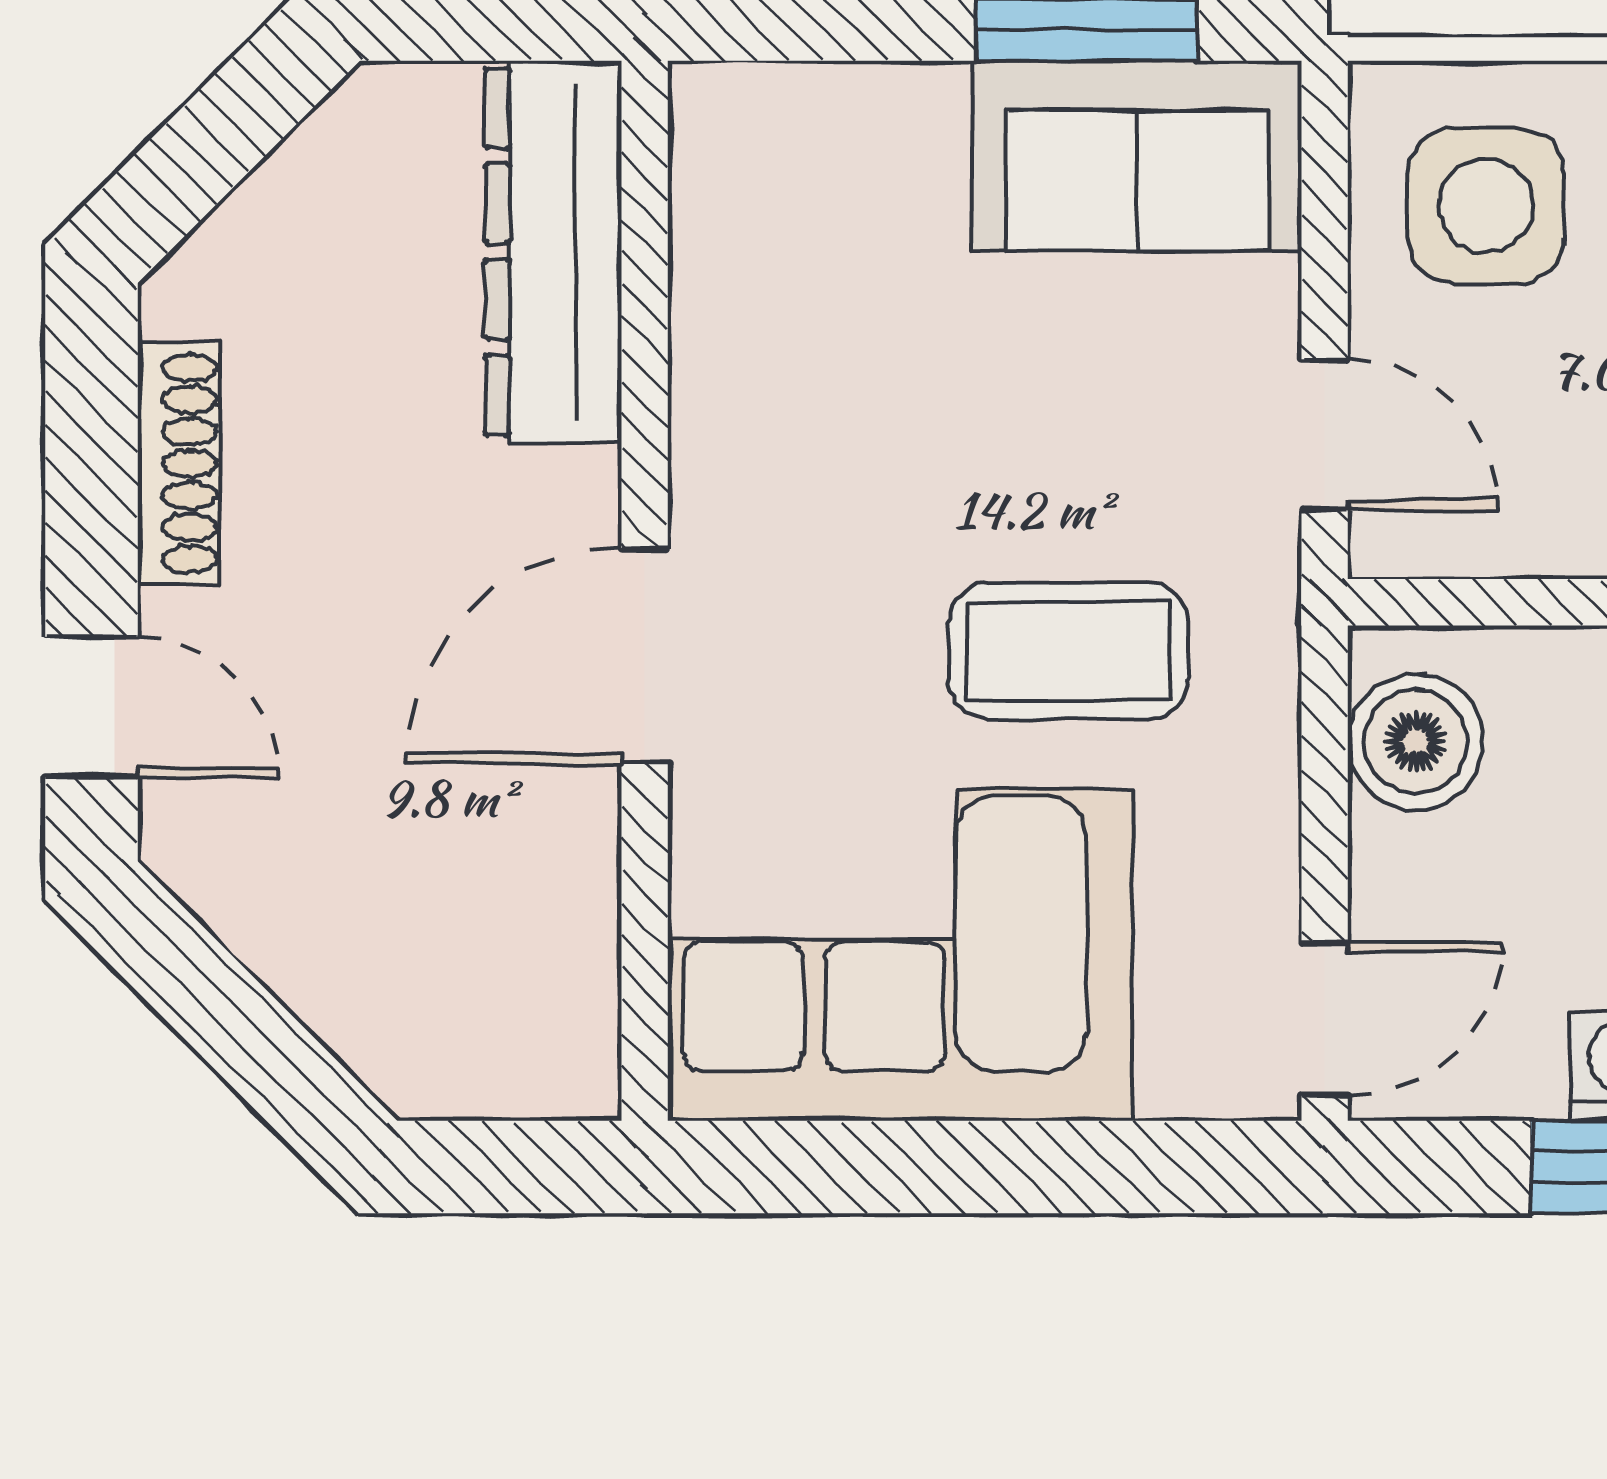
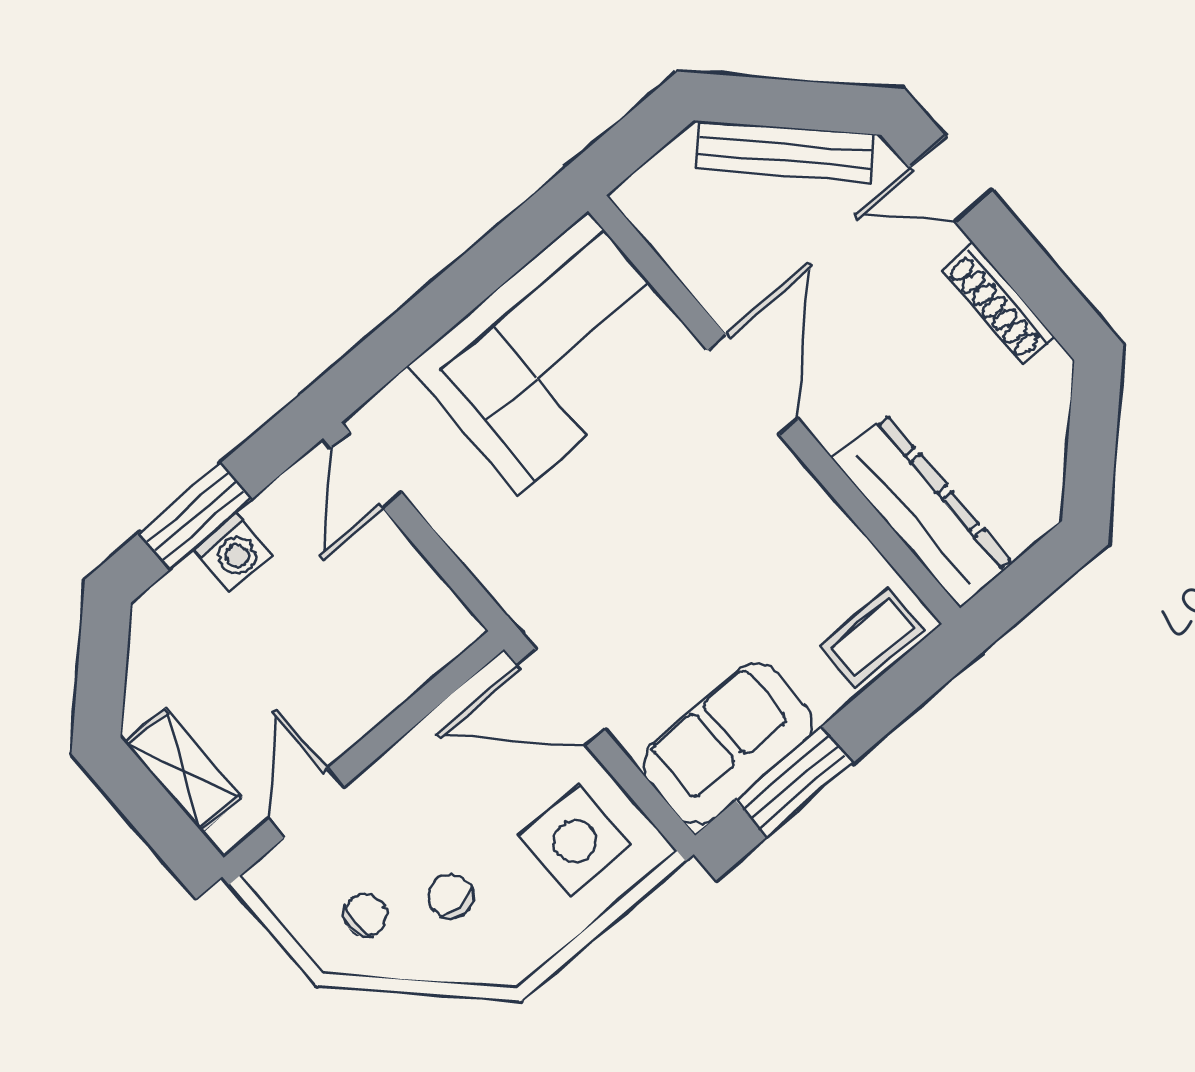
door: (1325, 435) -> (561, 698), width x1.38
coffee table: (1068, 651) -> (872, 638), moved, width x0.73, depth x0.77
boiler: (1416, 741) -> (423, 608), removed
bench: (301, 957) -> (786, 152), added

